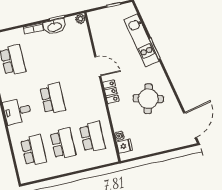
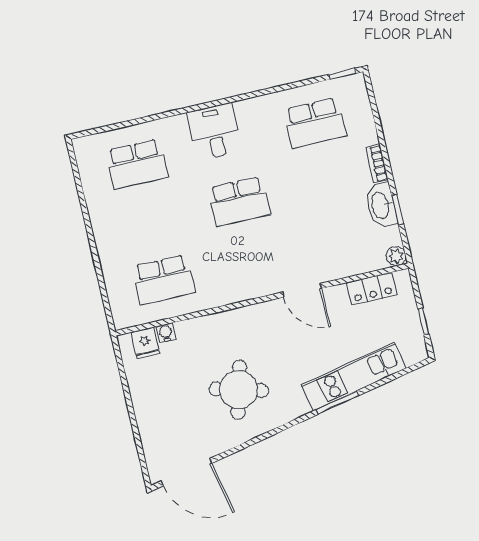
door: (98, 67) -> (302, 290), hinge flipped
locker: (111, 92) -> (372, 289), moved
school desk: (63, 144) -> (150, 222), removed

